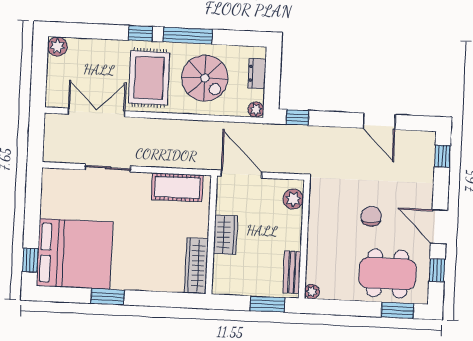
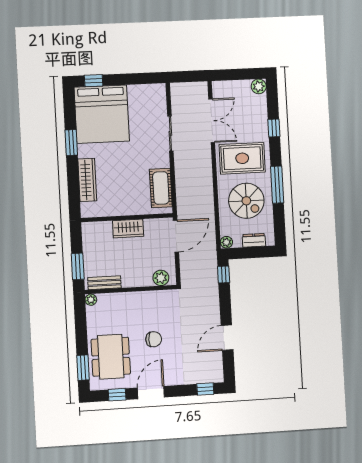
window: (140, 33) -> (274, 128), moved
spiral stairs: (205, 78) -> (246, 201), turned -90
wardrobe: (196, 266) -> (87, 180), moved, turned 90

